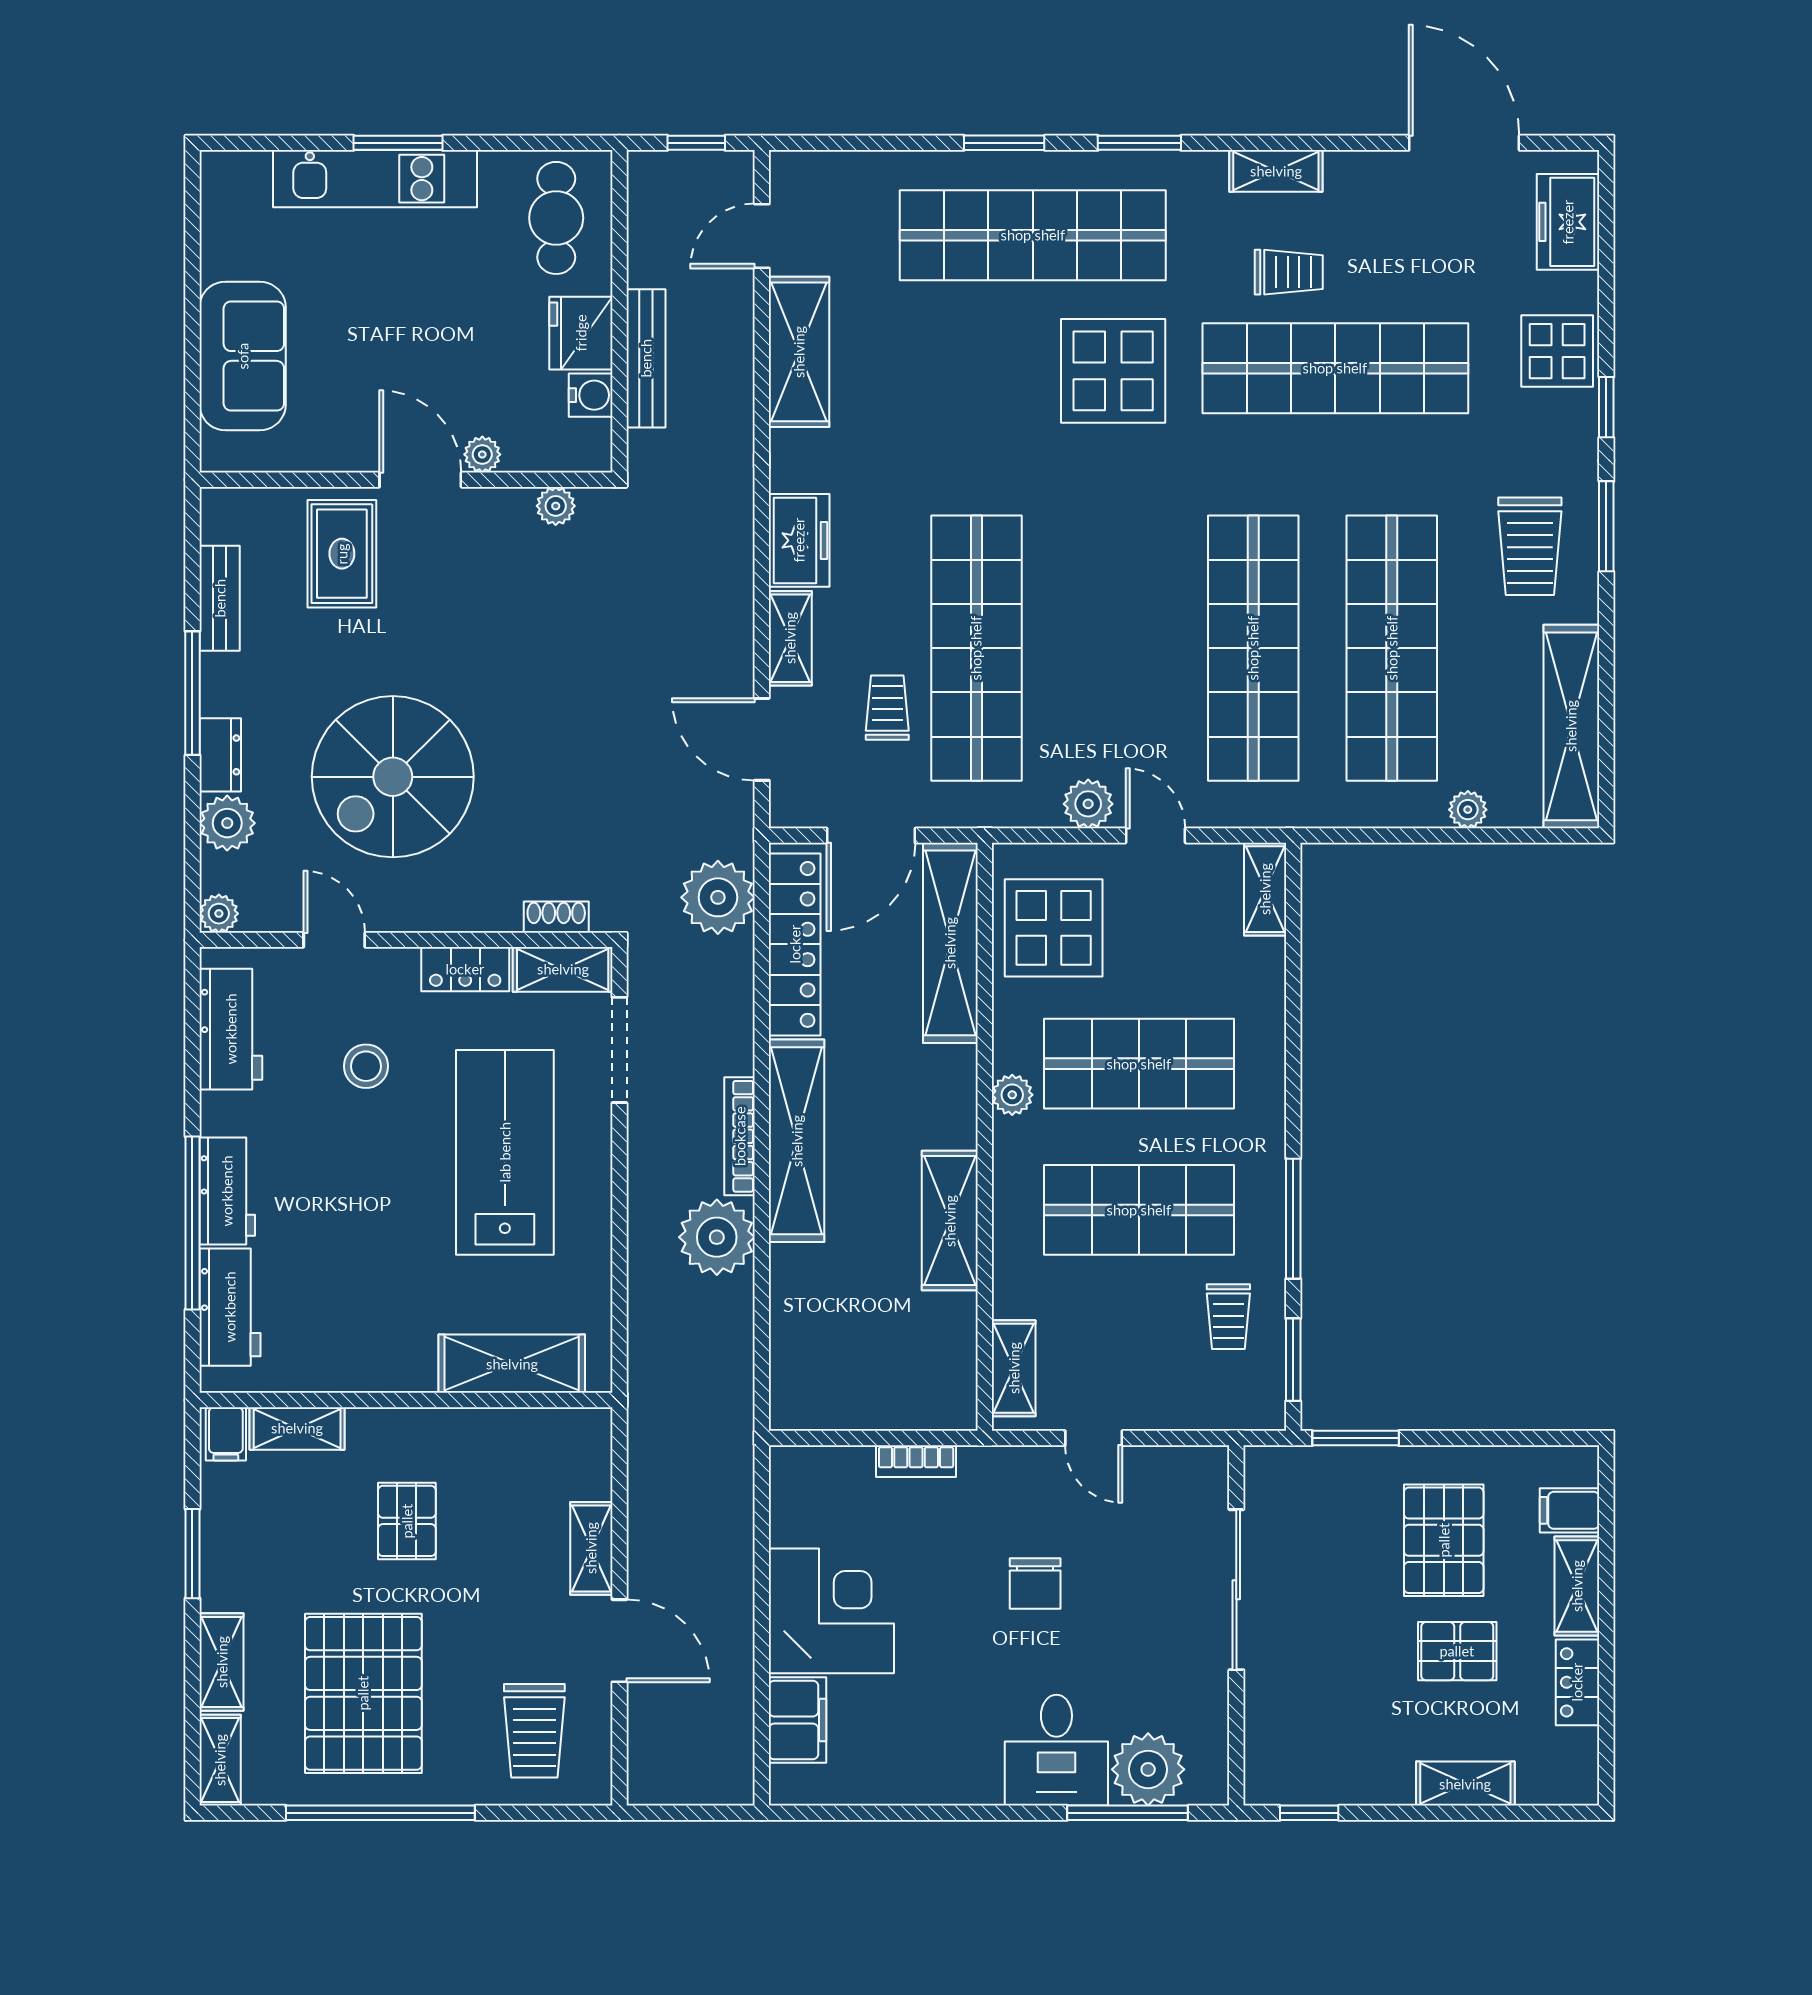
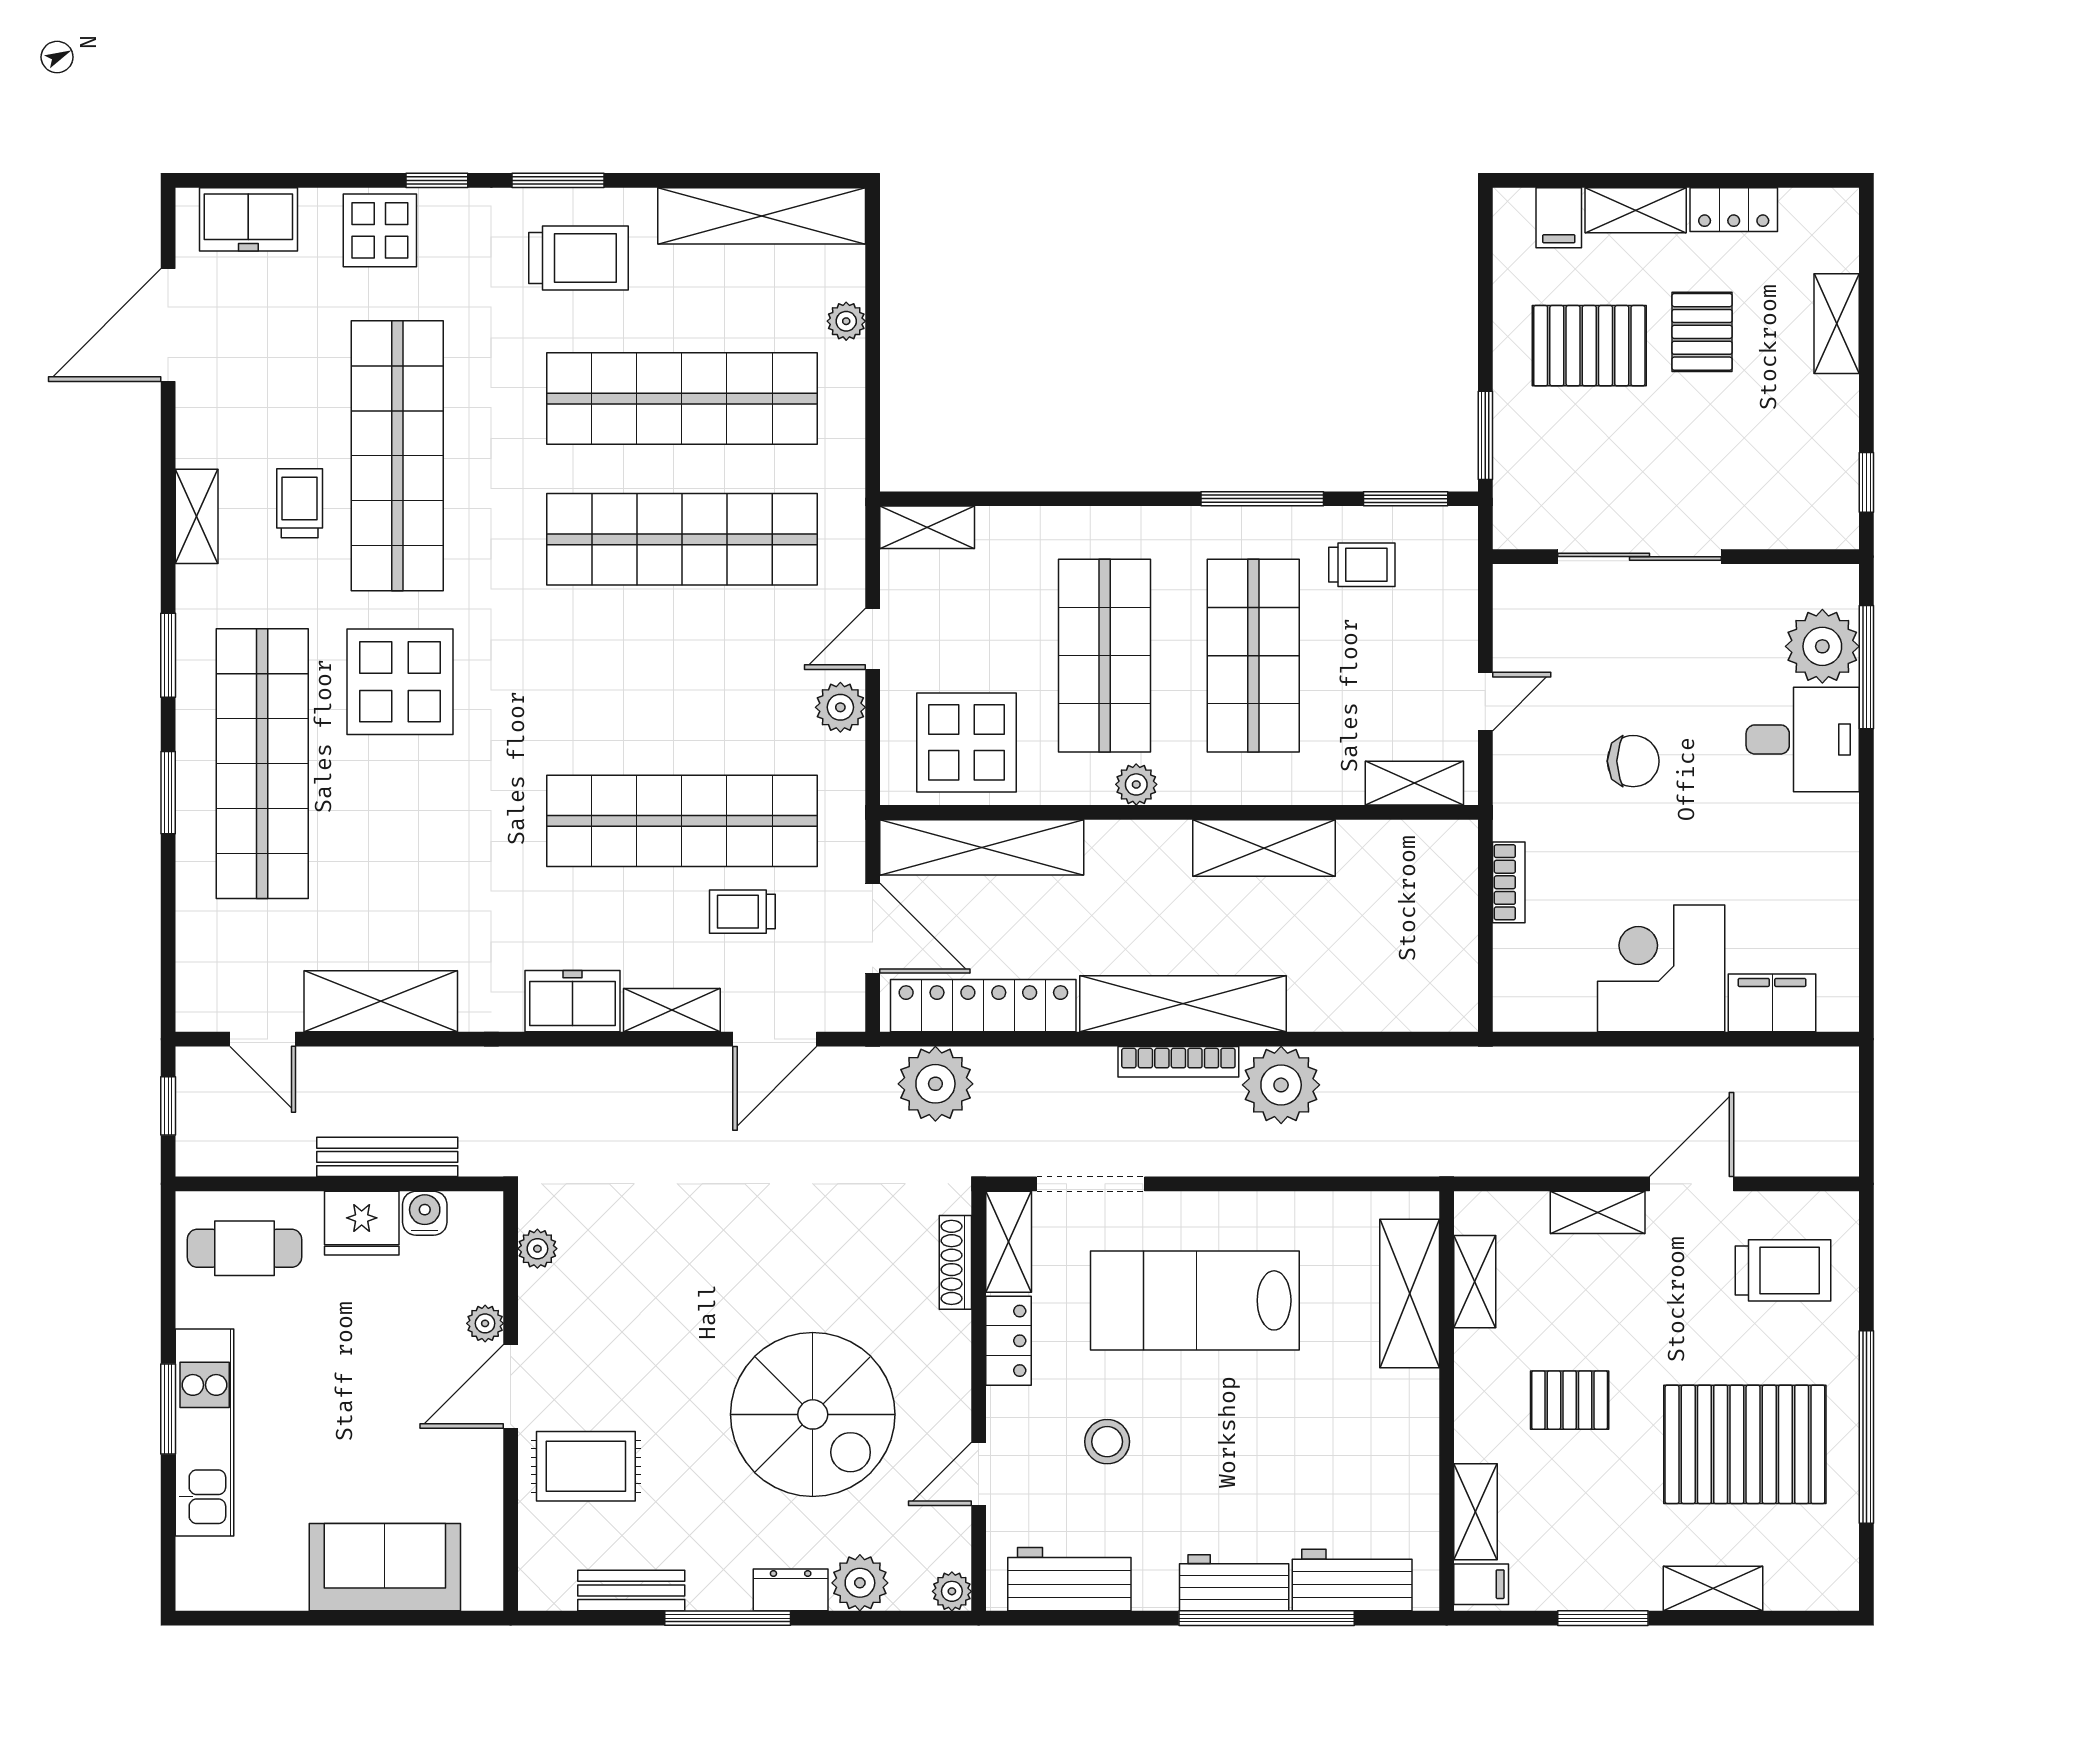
shoe rack: (556, 917) -> (955, 1262), width x1.43
shelving: (220, 1760) -> (1475, 1282), moved, turned 90

